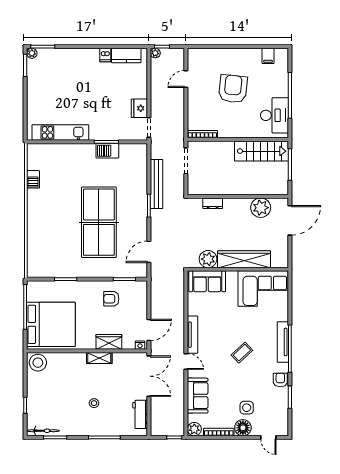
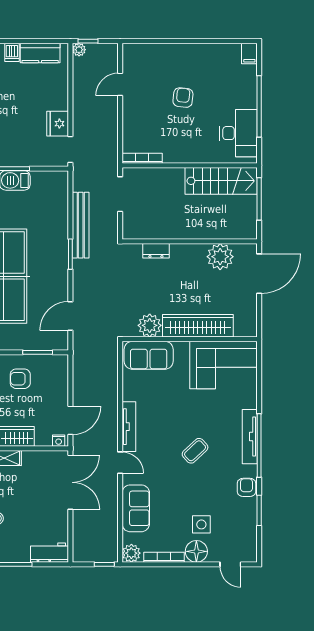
filing cabinet: (268, 56) -> (249, 53), moved
armchair: (233, 89) -> (183, 98), width x0.53, depth x0.53
workbench: (140, 414) -> (50, 553), moved, turned 90

